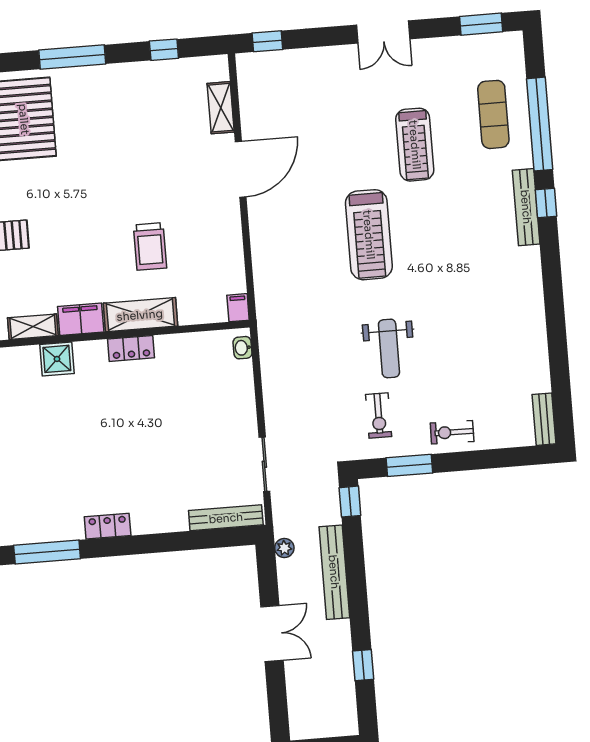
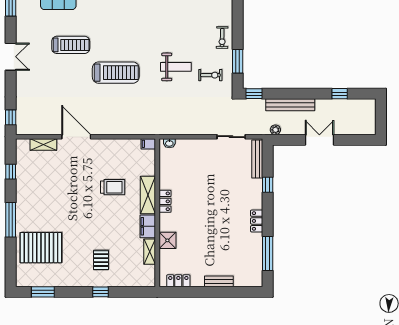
window: (178, 541) -> (268, 185), added

